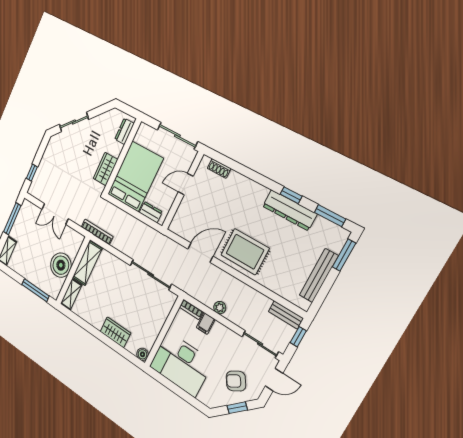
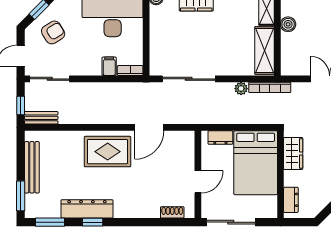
boiler: (61, 265) -> (288, 24), width x0.54, depth x0.54
plant: (220, 308) -> (241, 89), moved

